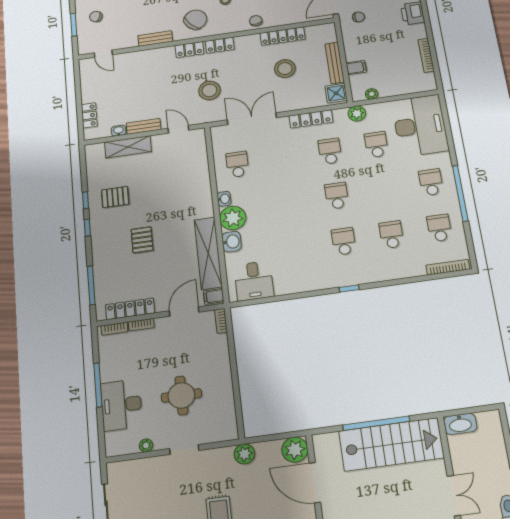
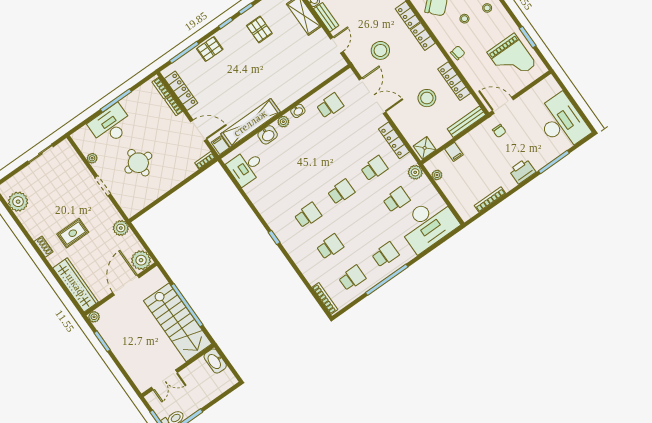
bench: (335, 63) -> (466, 122), moved
plant: (233, 218) -> (283, 122), width x0.53, depth x0.53
pallet: (142, 240) -> (210, 49), moved

